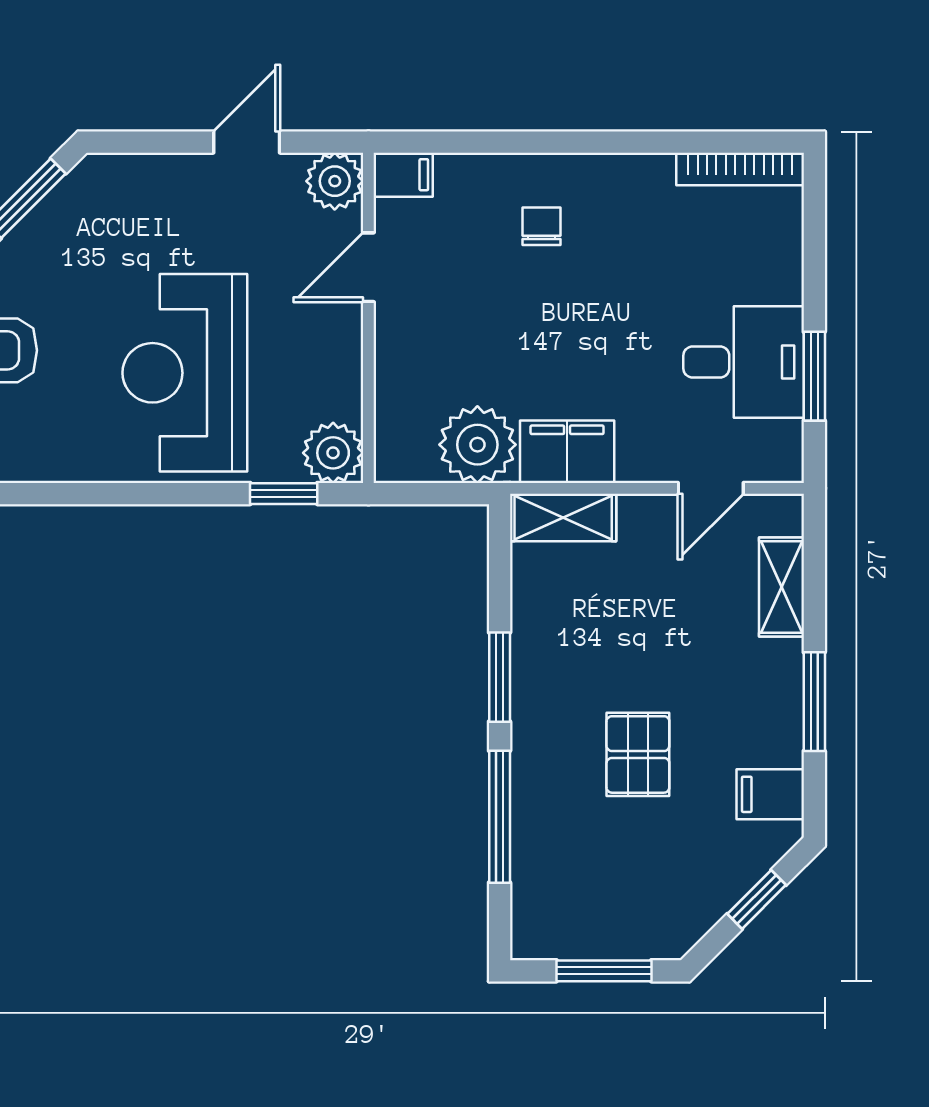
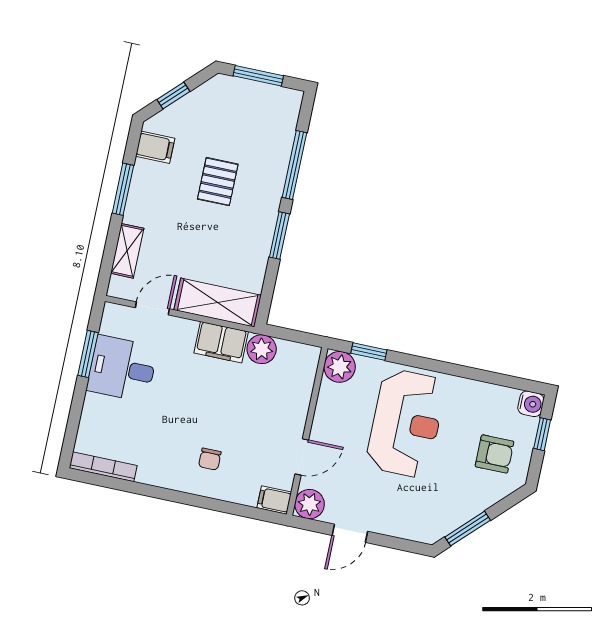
plant: (477, 445) -> (262, 349), width x0.73, depth x0.73
shelving: (563, 517) -> (218, 303), width x1.50, depth x1.33

